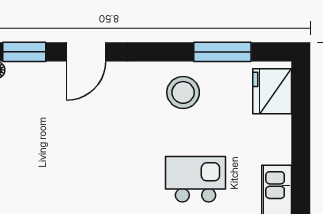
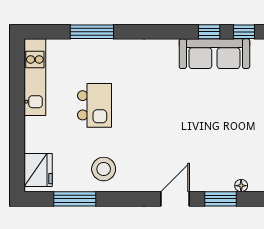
kitchen island: (196, 179) -> (94, 105), turned -90

